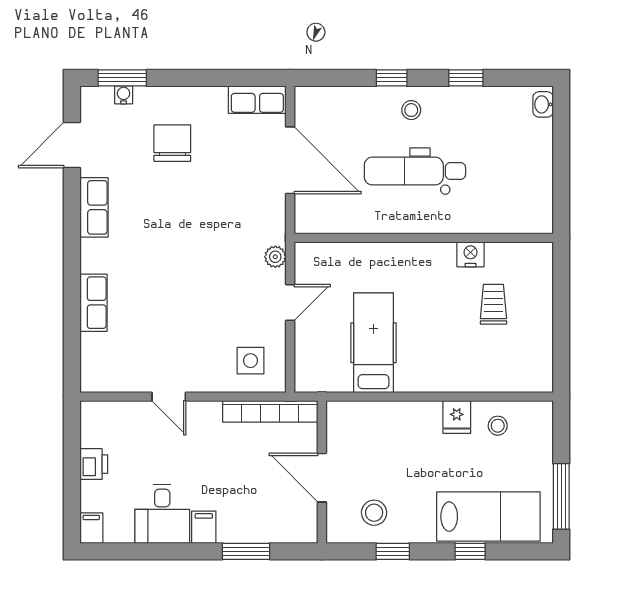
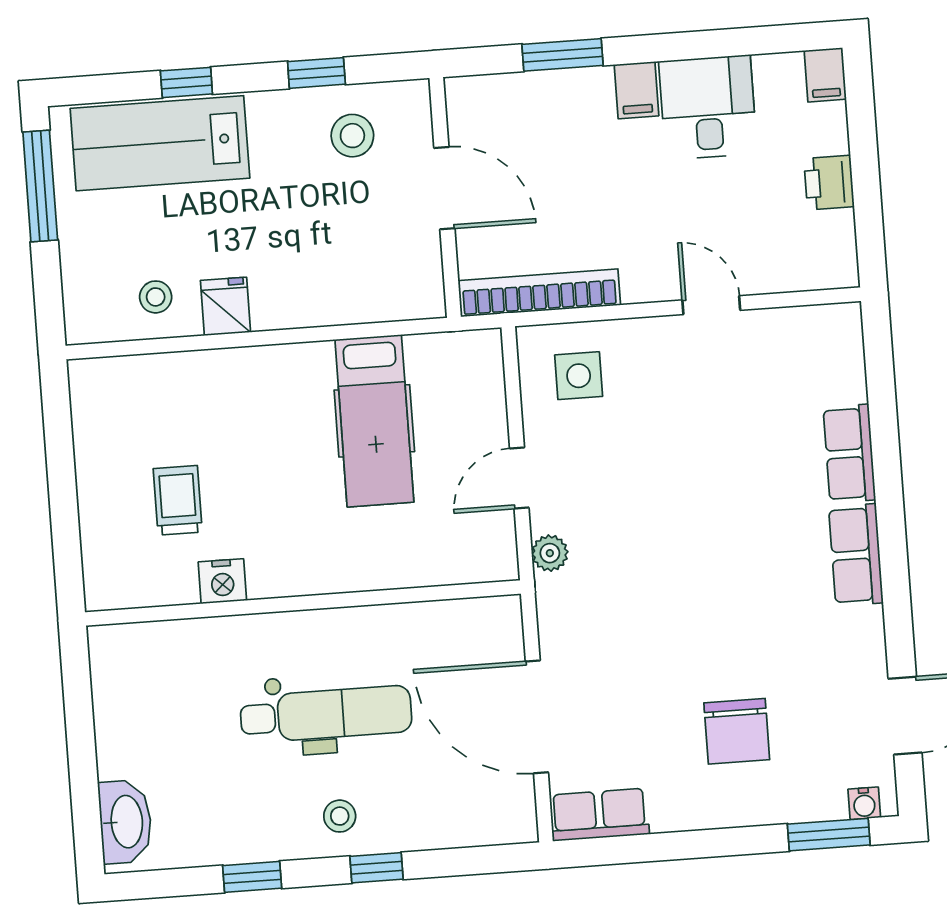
water cooler: (124, 95) -> (864, 803), moved
washbasin: (543, 104) -> (125, 822), width x1.91, depth x1.45
row of seats: (94, 207) -> (856, 555), moved
trolley: (493, 304) -> (178, 500), turned 180

